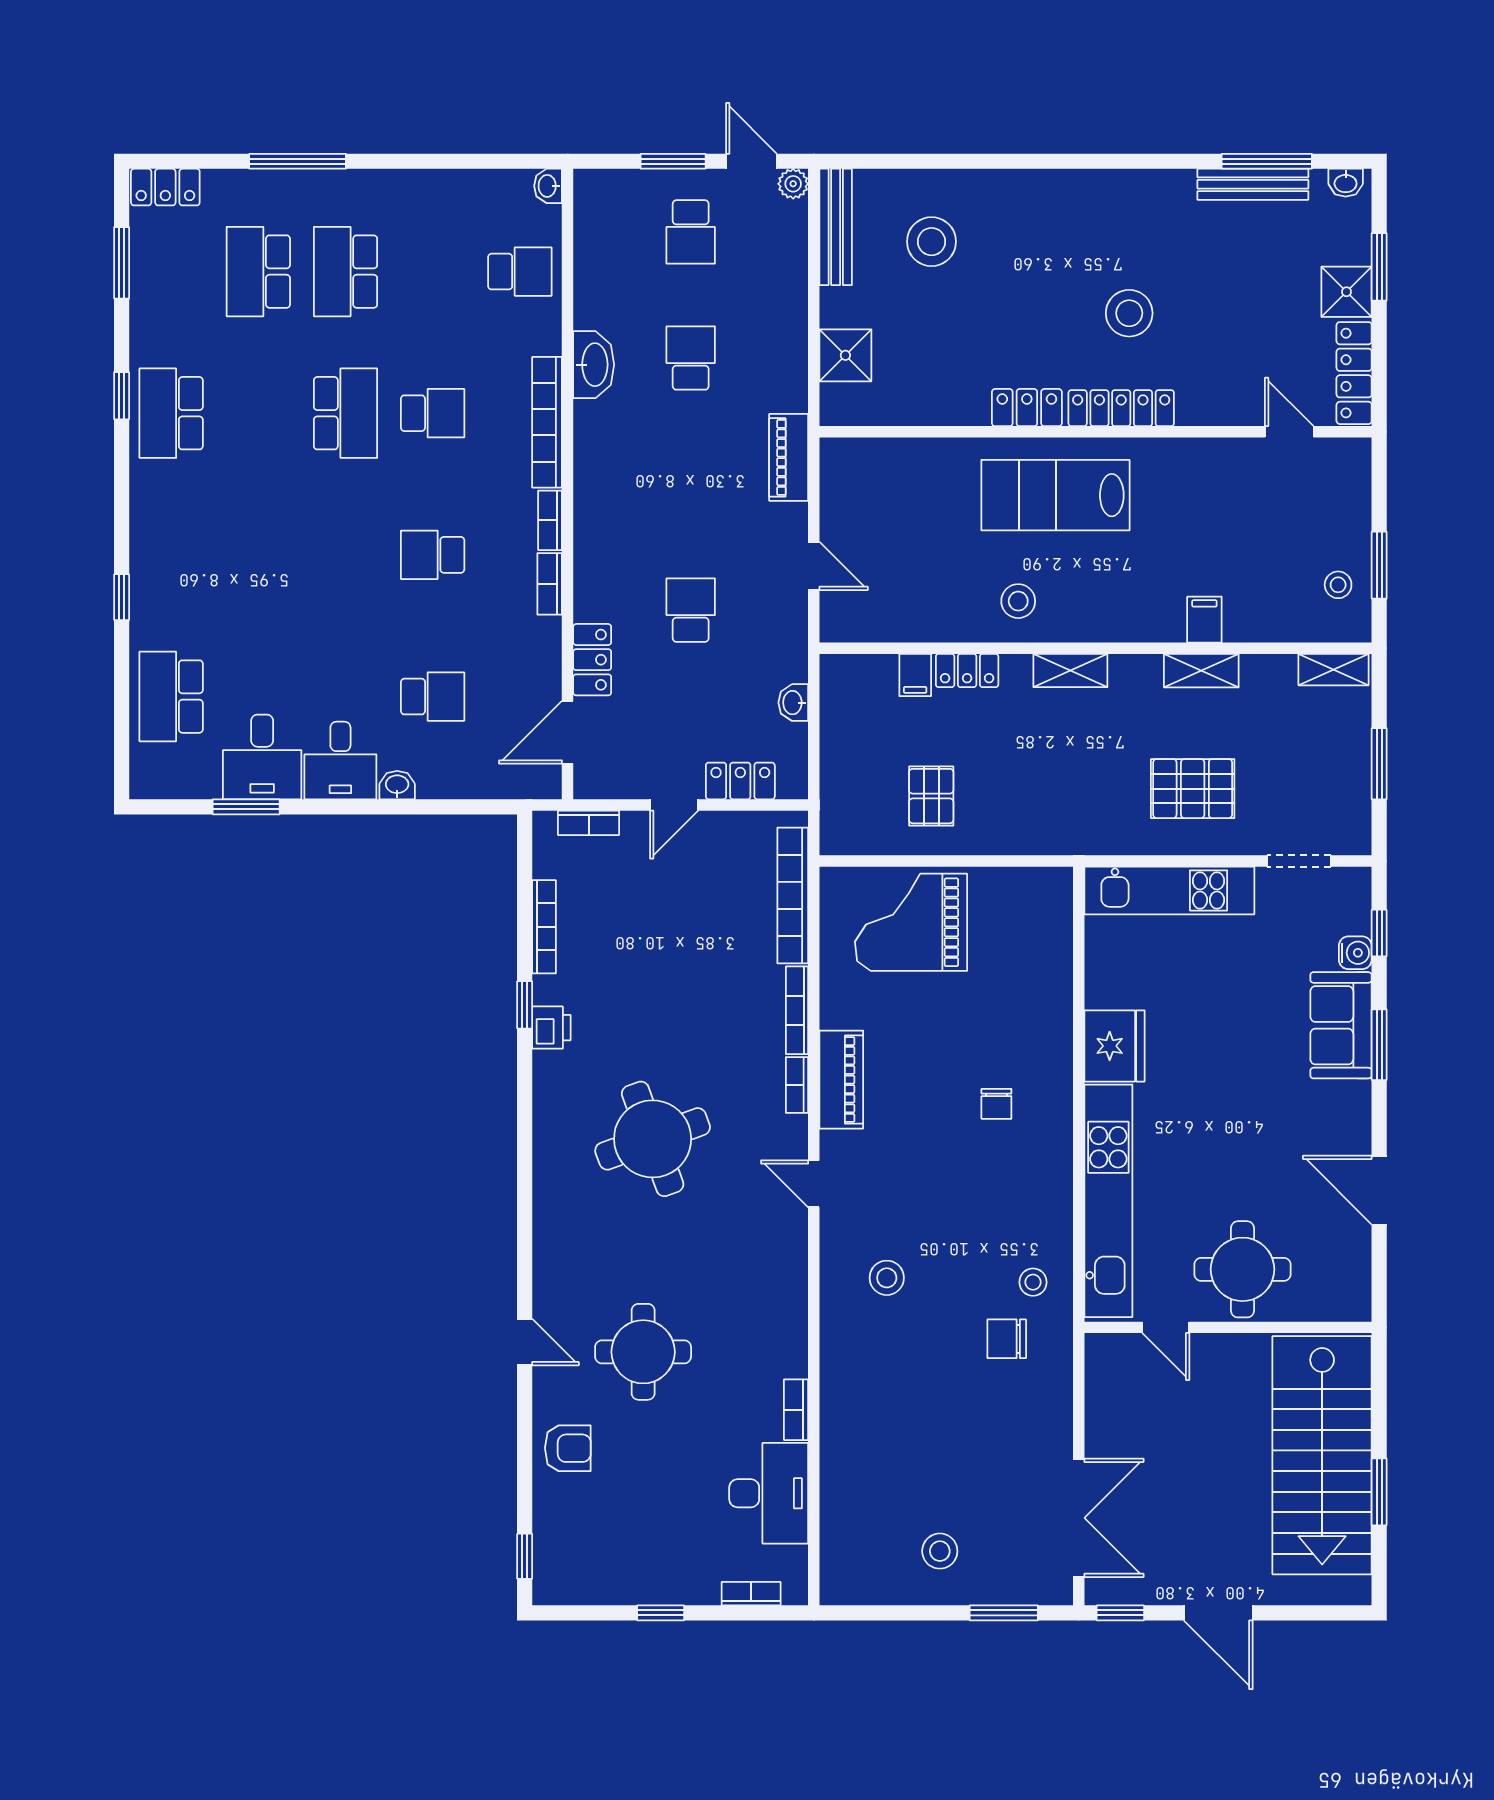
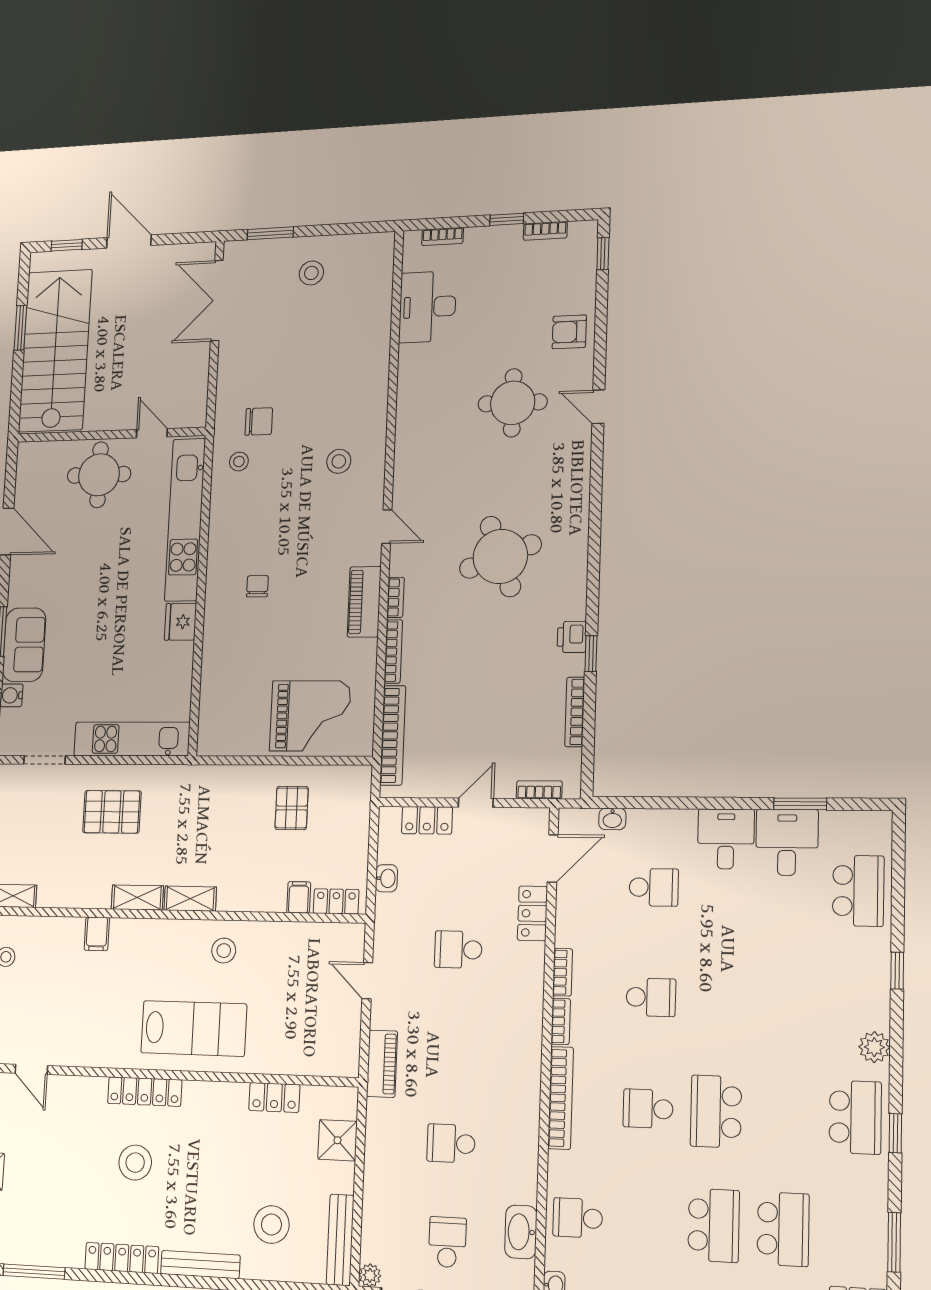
bench: (1253, 184) -> (200, 1265), moved
locker: (1141, 187) -> (122, 1258), added
school desk: (691, 358) -> (451, 1143), turned 90
washbasin: (594, 365) -> (521, 1232), moved
locker: (1027, 408) -> (274, 1097), moved
plant: (149, 501) -> (874, 1047), added
school desk: (691, 610) -> (458, 950), turned 90
locker: (967, 671) -> (336, 901), moved
shelving: (1201, 671) -> (137, 898), moved
school desk: (433, 697) -> (654, 887), turned 180
washbasin: (397, 785) -> (612, 819), moved
fridge: (1115, 1046) -> (180, 622), width x0.73, depth x0.75
bookcase: (796, 1410) -> (545, 231), moved, turned 90
window: (1120, 1613) -> (67, 245), moved

